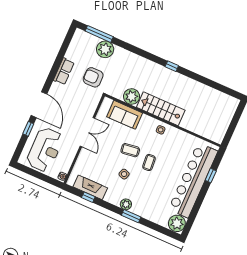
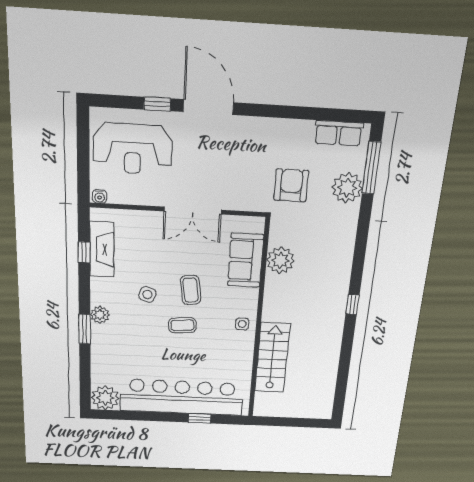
row of seats: (64, 71) -> (339, 133), moved
door: (39, 105) -> (208, 107), swing flipped
stairs: (161, 109) -> (272, 358), moved

